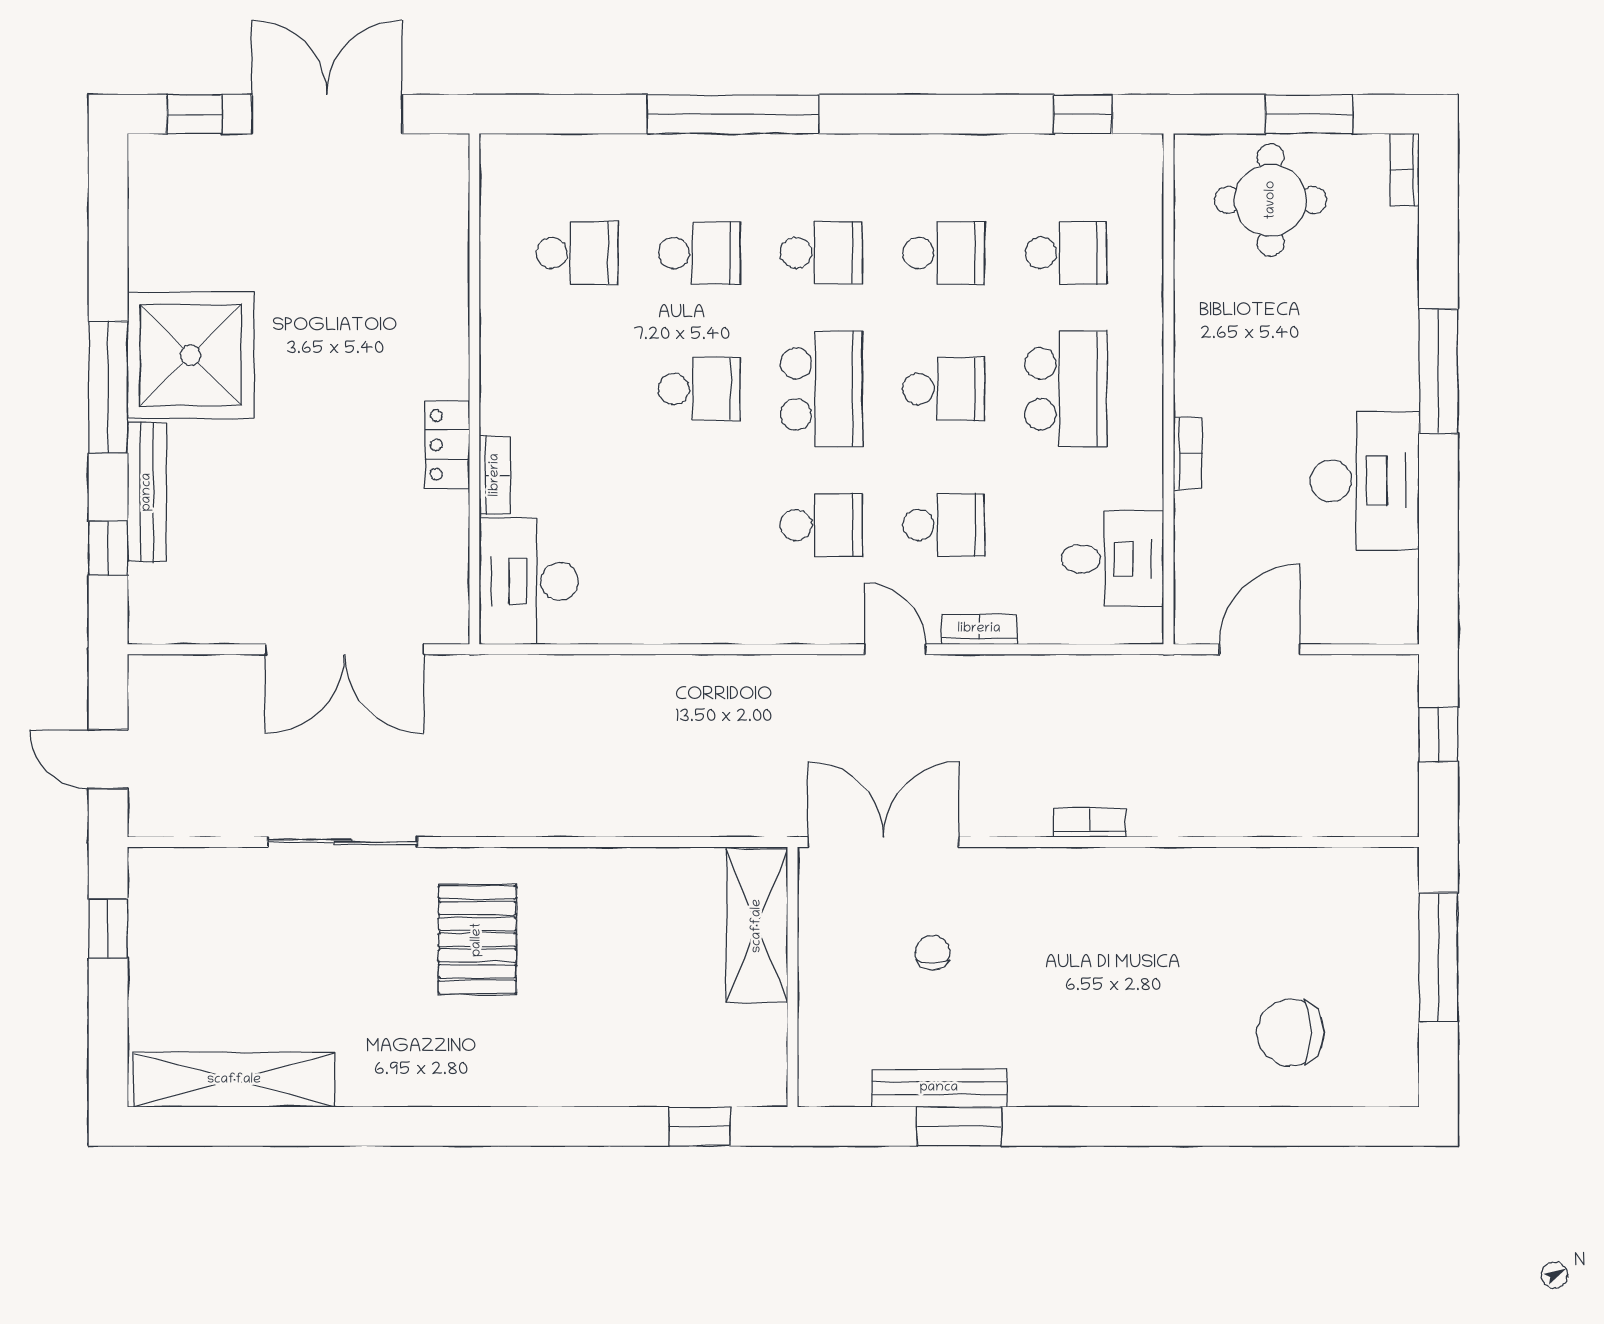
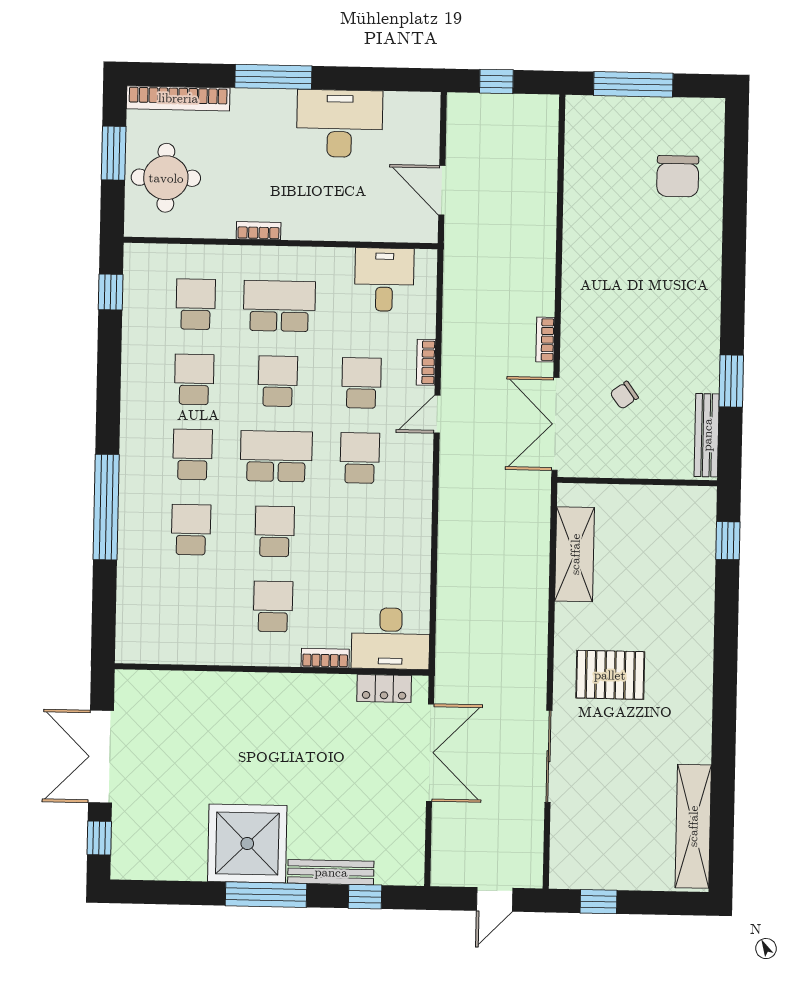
bookcase: (1405, 170) -> (178, 98), width x2.31, depth x1.31
school desk: (577, 253) -> (273, 606), moved
locker: (447, 445) -> (384, 688), moved
bookcase: (1188, 453) -> (259, 231), moved
bookcase: (1090, 823) -> (545, 340), moved
shelving: (757, 926) -> (575, 554), moved, turned 90
chair: (933, 953) -> (624, 395), turned -36
bench: (939, 1088) -> (707, 435), moved

